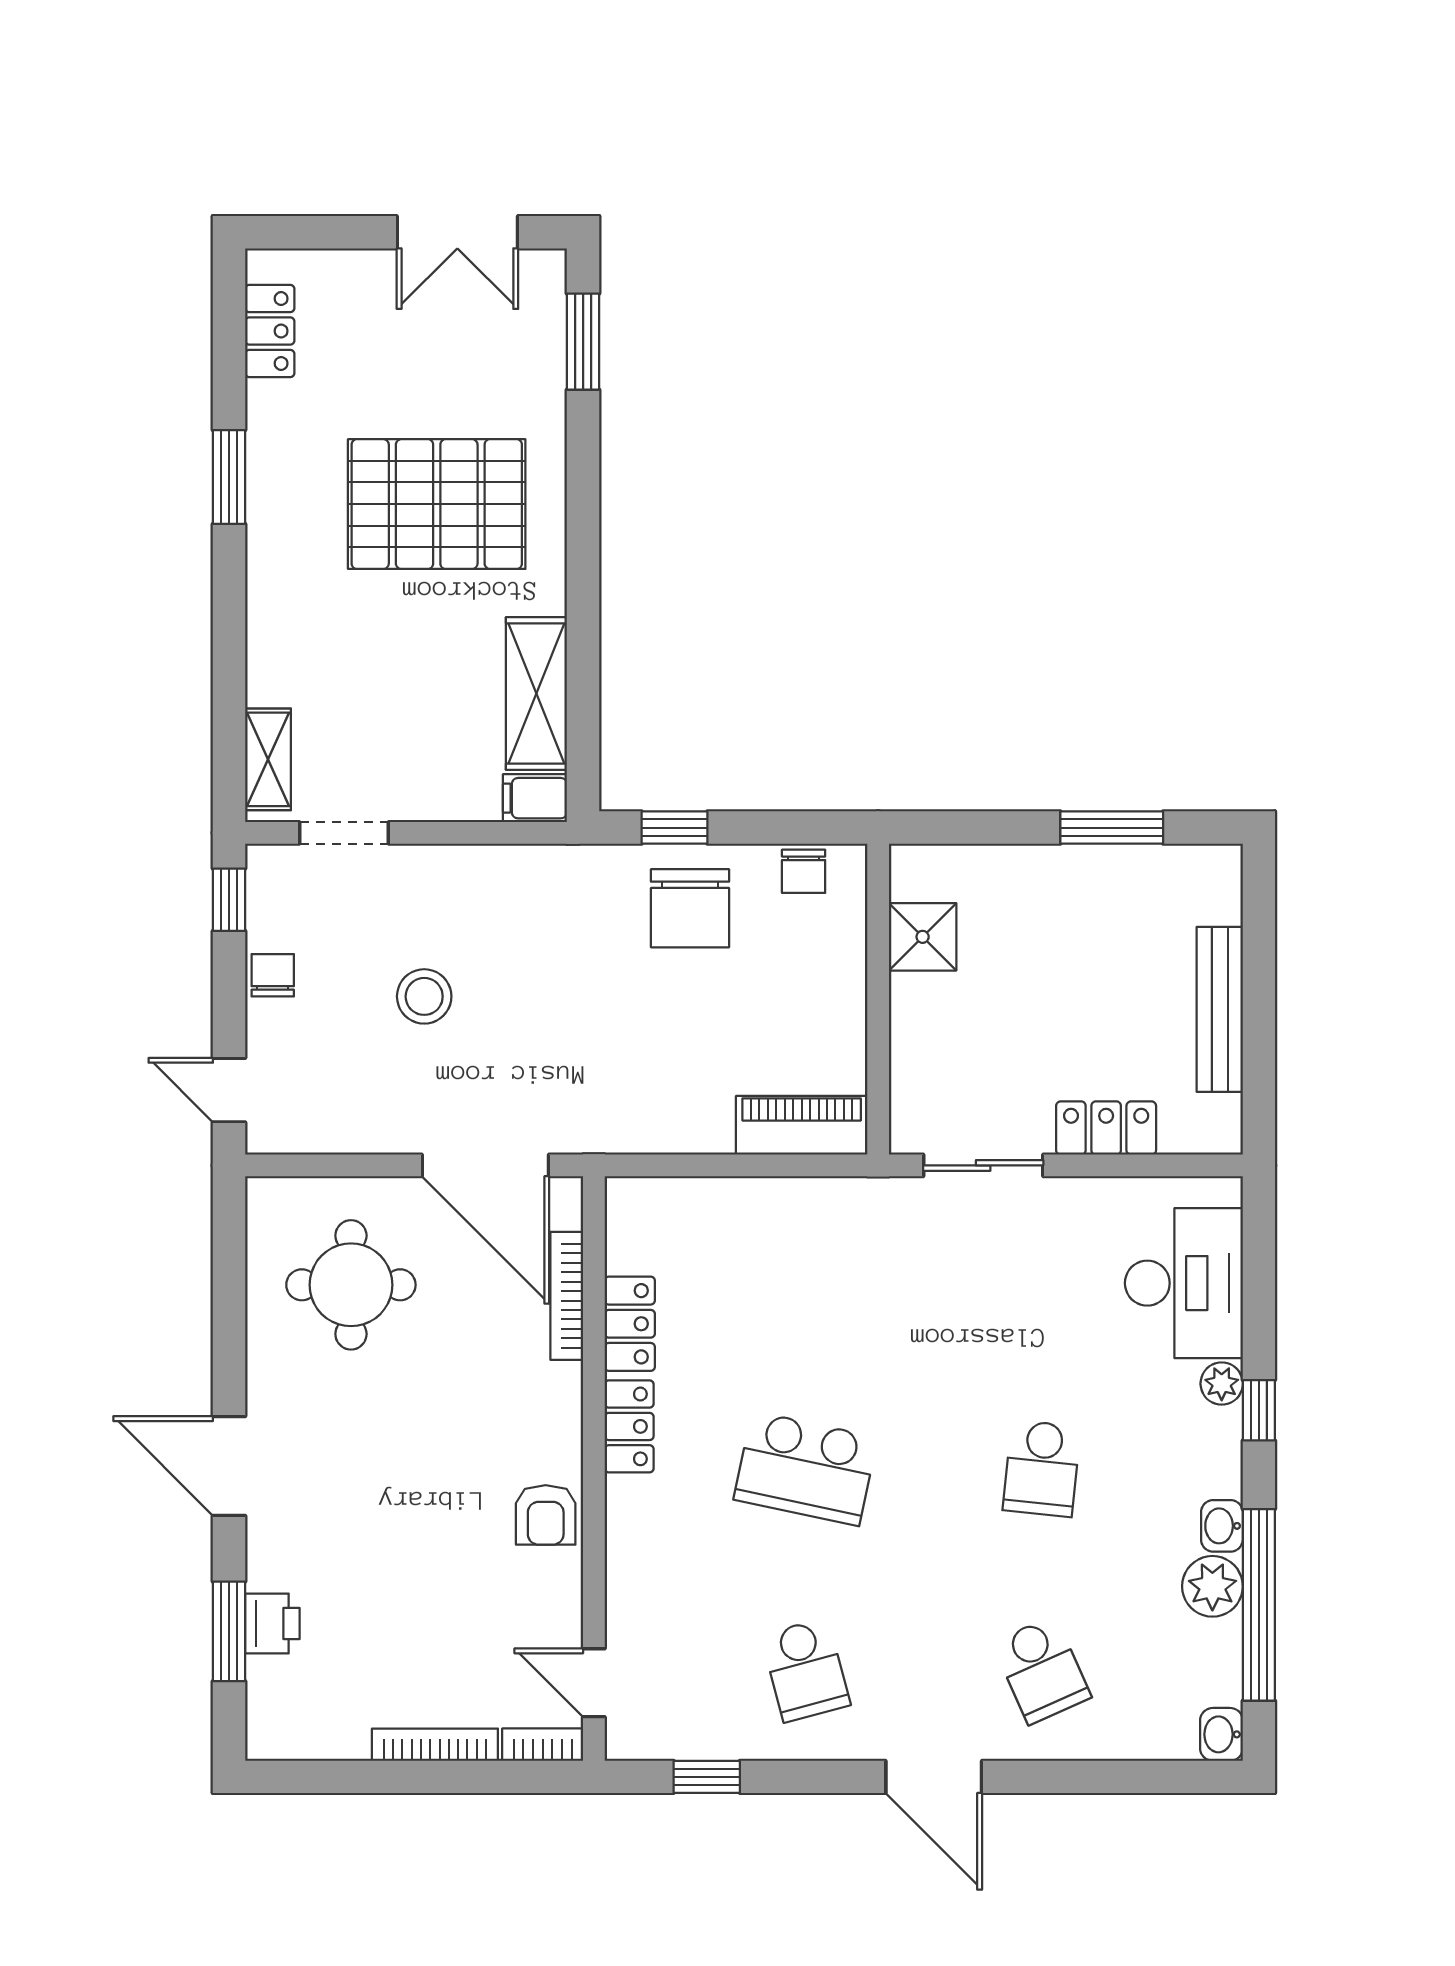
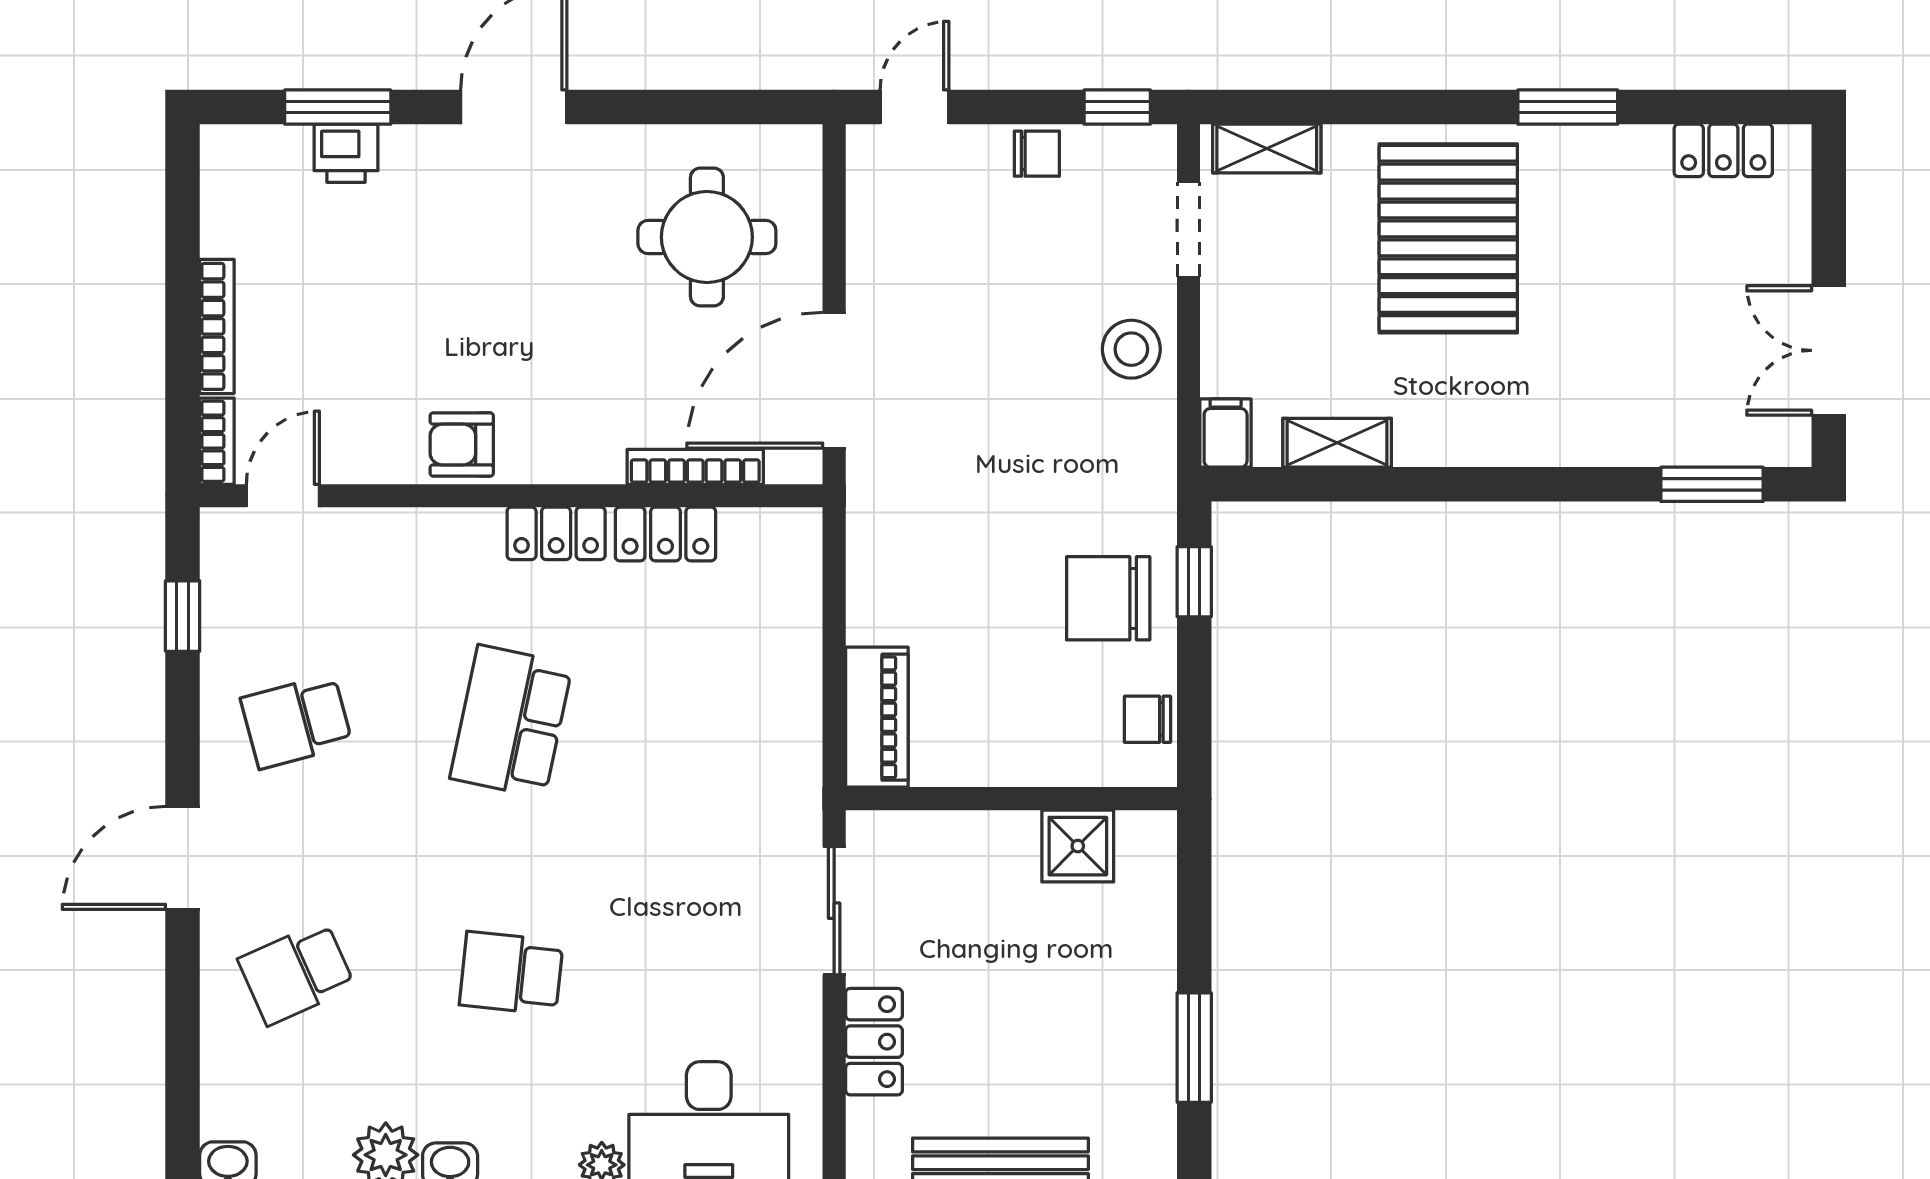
pallet: (437, 504) -> (1448, 238), moved
shelving: (536, 693) -> (1337, 443), width x0.67, depth x0.75
stool: (424, 996) -> (1131, 349), moved

